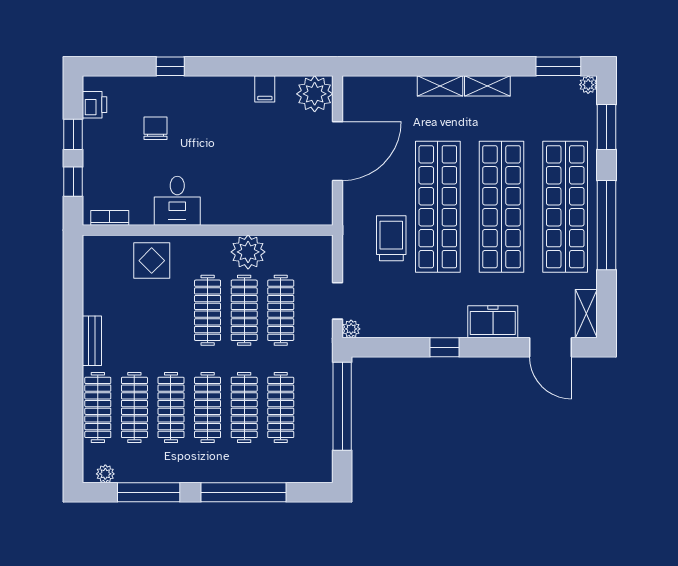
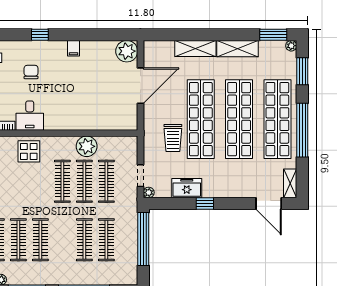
shelving: (440, 86) -> (195, 48), width x1.50, depth x1.33
shelving: (487, 86) -> (237, 49), width x1.50, depth x1.33
filing cabinet: (265, 89) -> (73, 48), moved
desk: (177, 201) -> (30, 116), moved
trolley: (391, 238) -> (173, 138), turned 180
freezer: (493, 322) -> (187, 188), moved
clothes rail: (208, 407) -> (62, 240), removed

